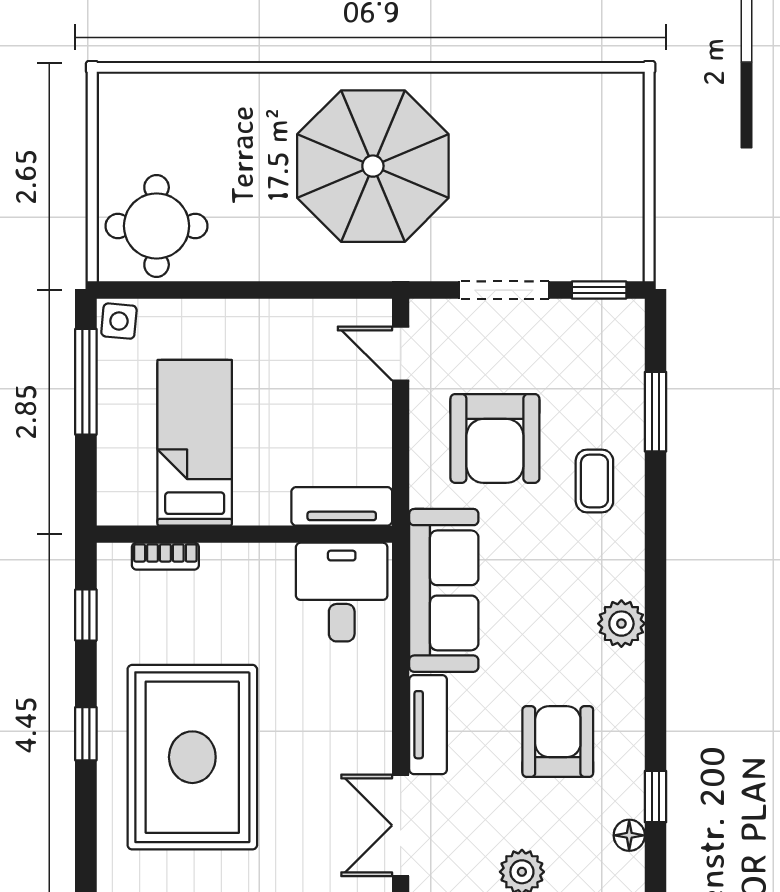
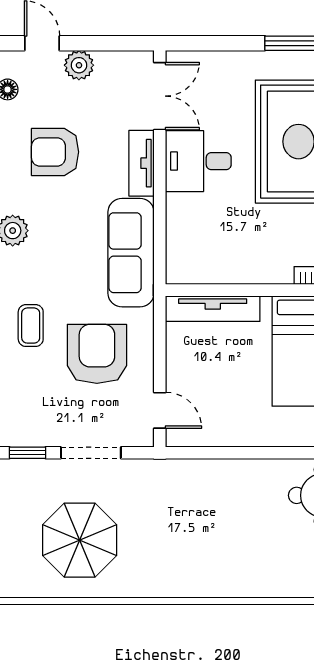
parasol: (373, 166) -> (80, 540), moved, width x0.73, depth x0.73
tv unit: (342, 506) -> (213, 309), width x1.41
desk: (342, 592) -> (198, 161), moved, turned 90
armchair: (558, 741) -> (55, 152), turned 90

